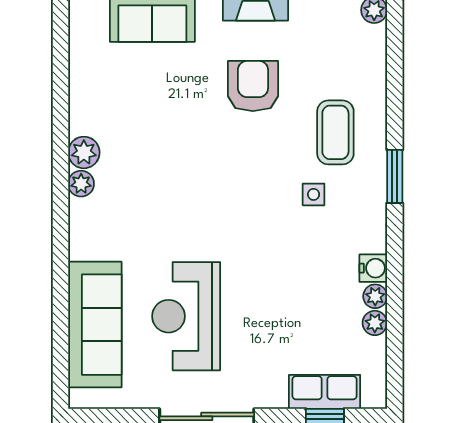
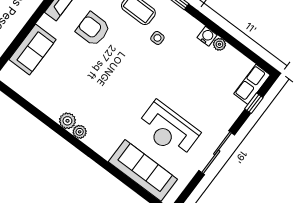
plant: (375, 323) -> (231, 53), removed
row of seats: (325, 392) -> (252, 84), moved

